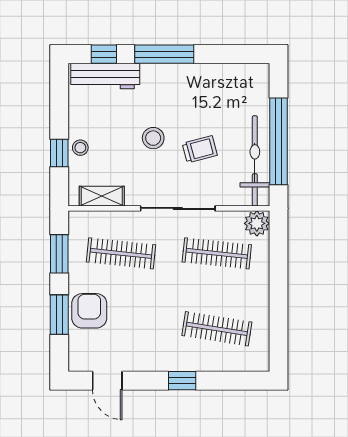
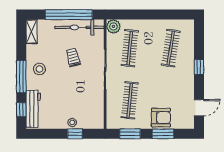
stool: (153, 138) -> (39, 69), moved
shelving: (102, 196) -> (32, 32), moved
armchair: (89, 311) -> (161, 118), turned 180

